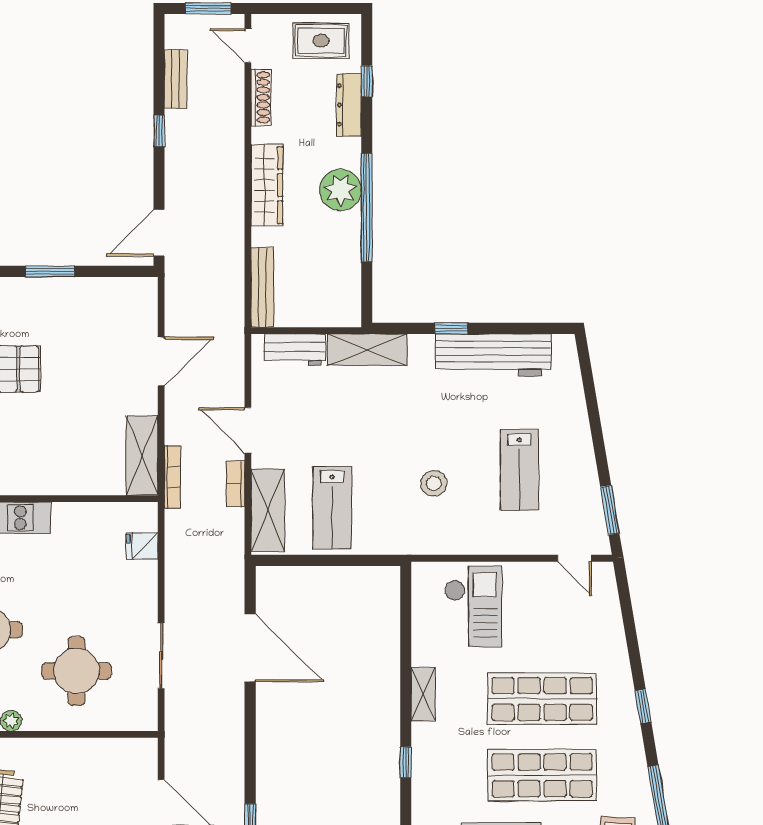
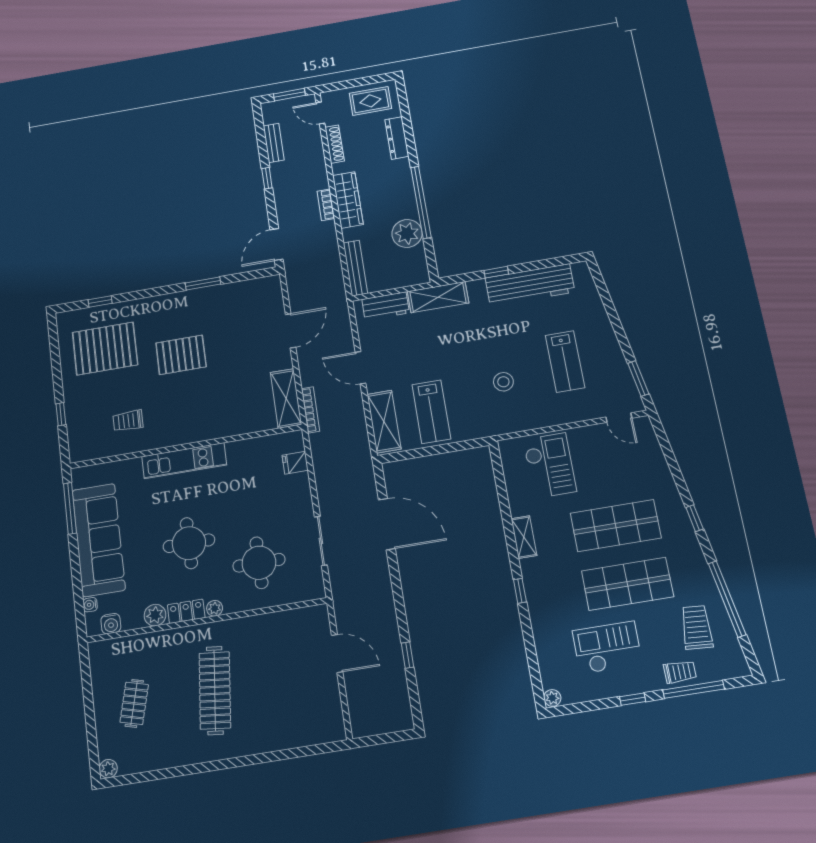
window: (367, 81) -> (407, 121), removed
plant: (340, 190) -> (407, 233), moved
bookcase: (236, 484) -> (326, 205), moved

